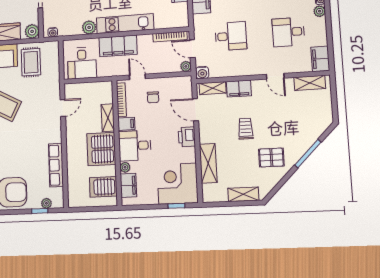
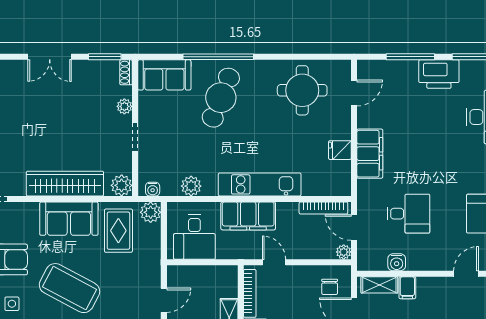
plant: (89, 27) -> (191, 186), moved
plant: (52, 48) -> (151, 212), added
water cooler: (202, 73) -> (397, 262), moved
door: (275, 76) -> (466, 274), swing flipped
filing cabinet: (239, 89) -> (407, 288), width x0.50
chair: (153, 97) -> (330, 287), moved

